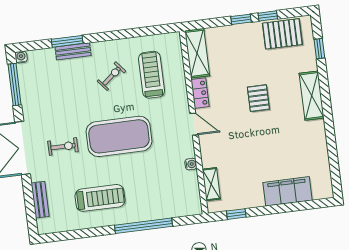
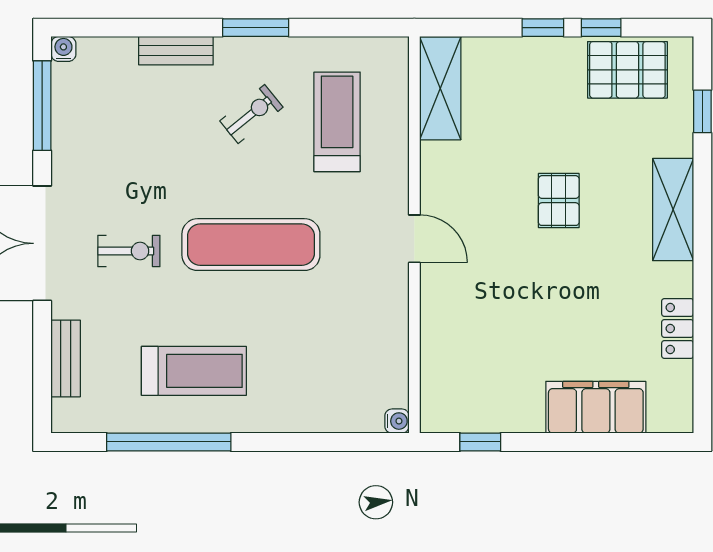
window: (67, 41) -> (256, 28), moved
locker: (200, 93) -> (678, 328), moved, turned 180
exercise mat: (119, 136) -> (251, 245), width x0.68
water cooler: (191, 164) -> (397, 421), moved
shelving: (211, 184) -> (435, 371), removed
window: (143, 226) -> (169, 442), moved

